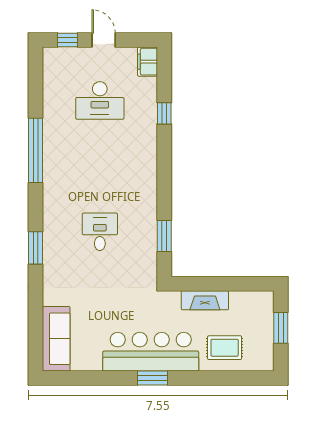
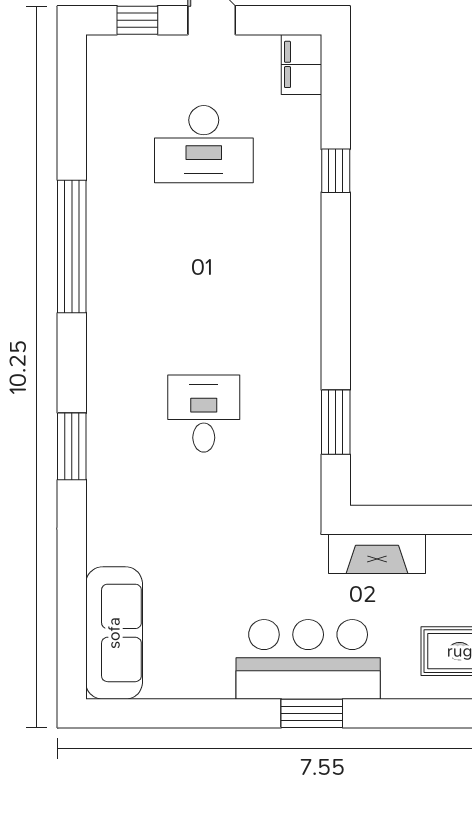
fireplace: (205, 300) -> (377, 554), moved
bar counter: (151, 352) -> (308, 659), width x0.73

